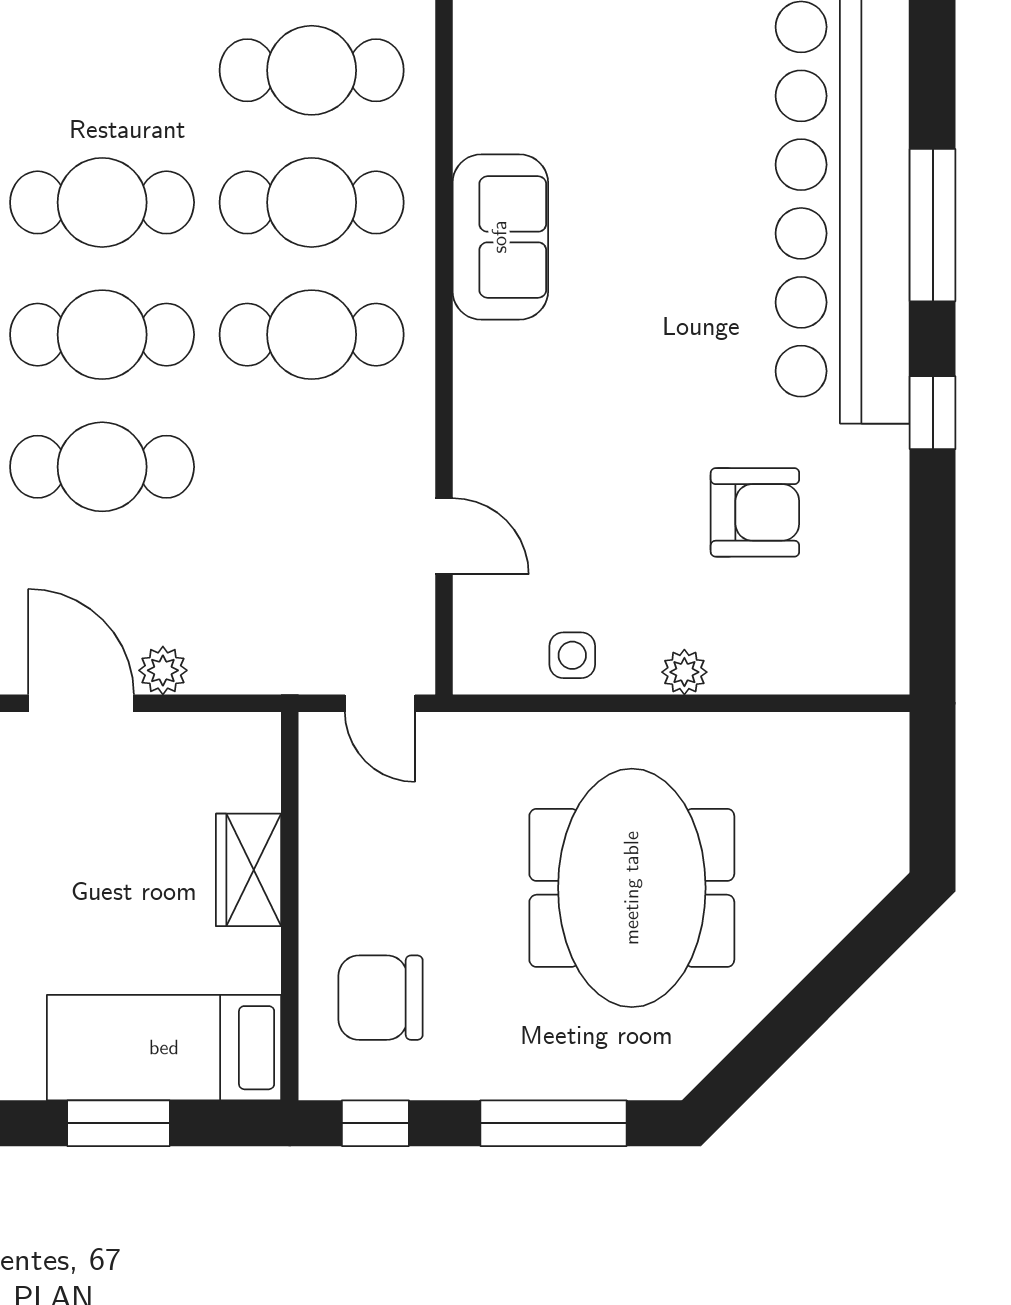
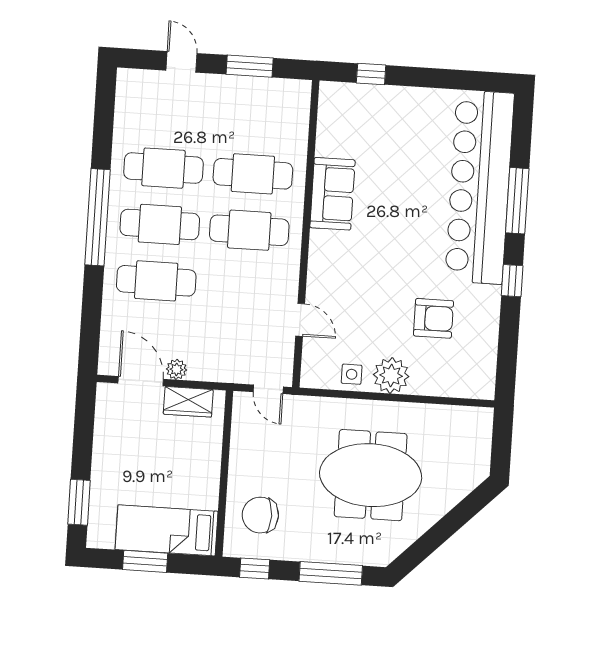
cafe table: (312, 70) -> (257, 117), removed
plant: (684, 672) -> (391, 376), width x1.88, depth x1.88
wardrobe: (249, 870) -> (188, 402), moved, turned -90
meeting table: (632, 888) -> (371, 475), turned 90

